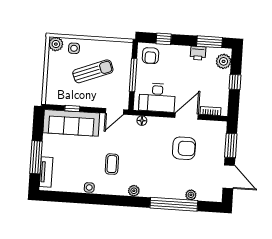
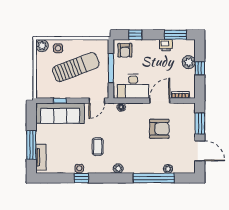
plant: (224, 61) -> (189, 62), moved
sun lounger: (93, 71) -> (76, 67), width x1.36, depth x1.34
window: (91, 199) -> (81, 178), added

